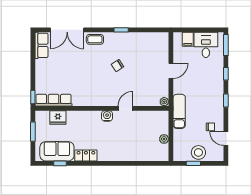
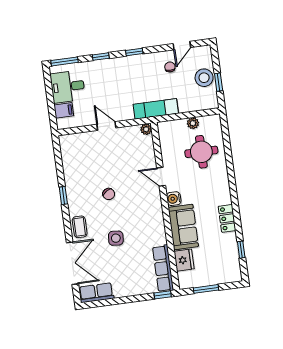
side table: (82, 66) -> (116, 238), added
round table: (141, 143) -> (201, 152), added
sofa: (57, 151) -> (183, 227), moved, turned 180

